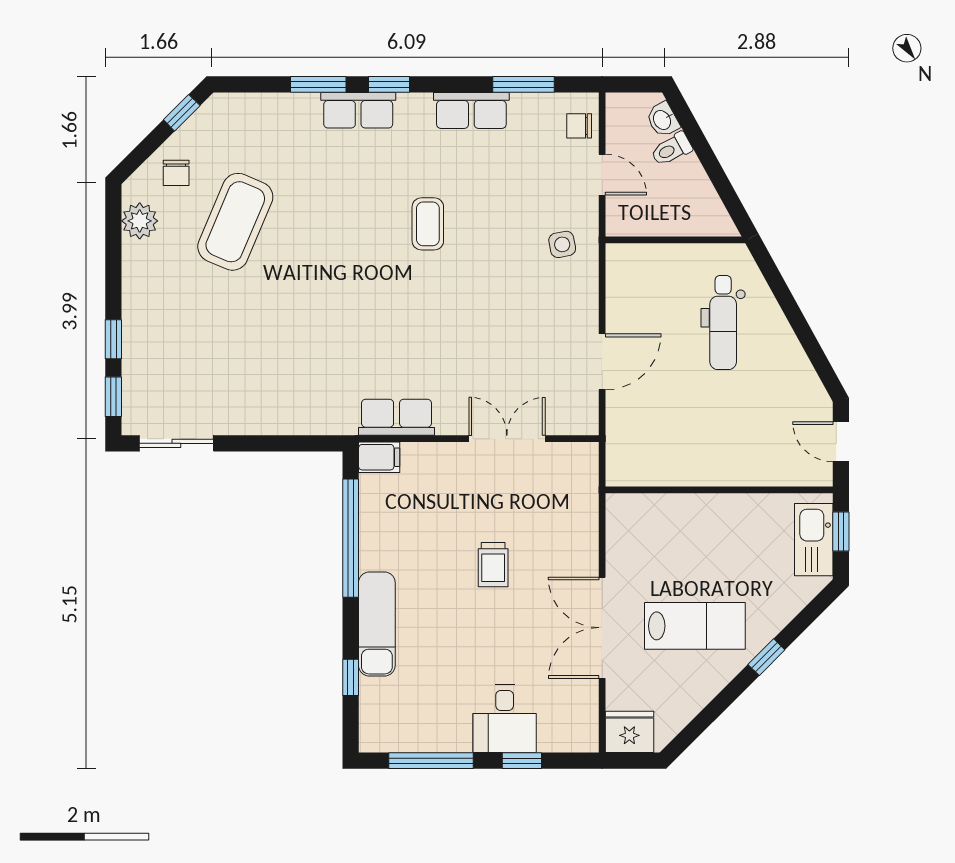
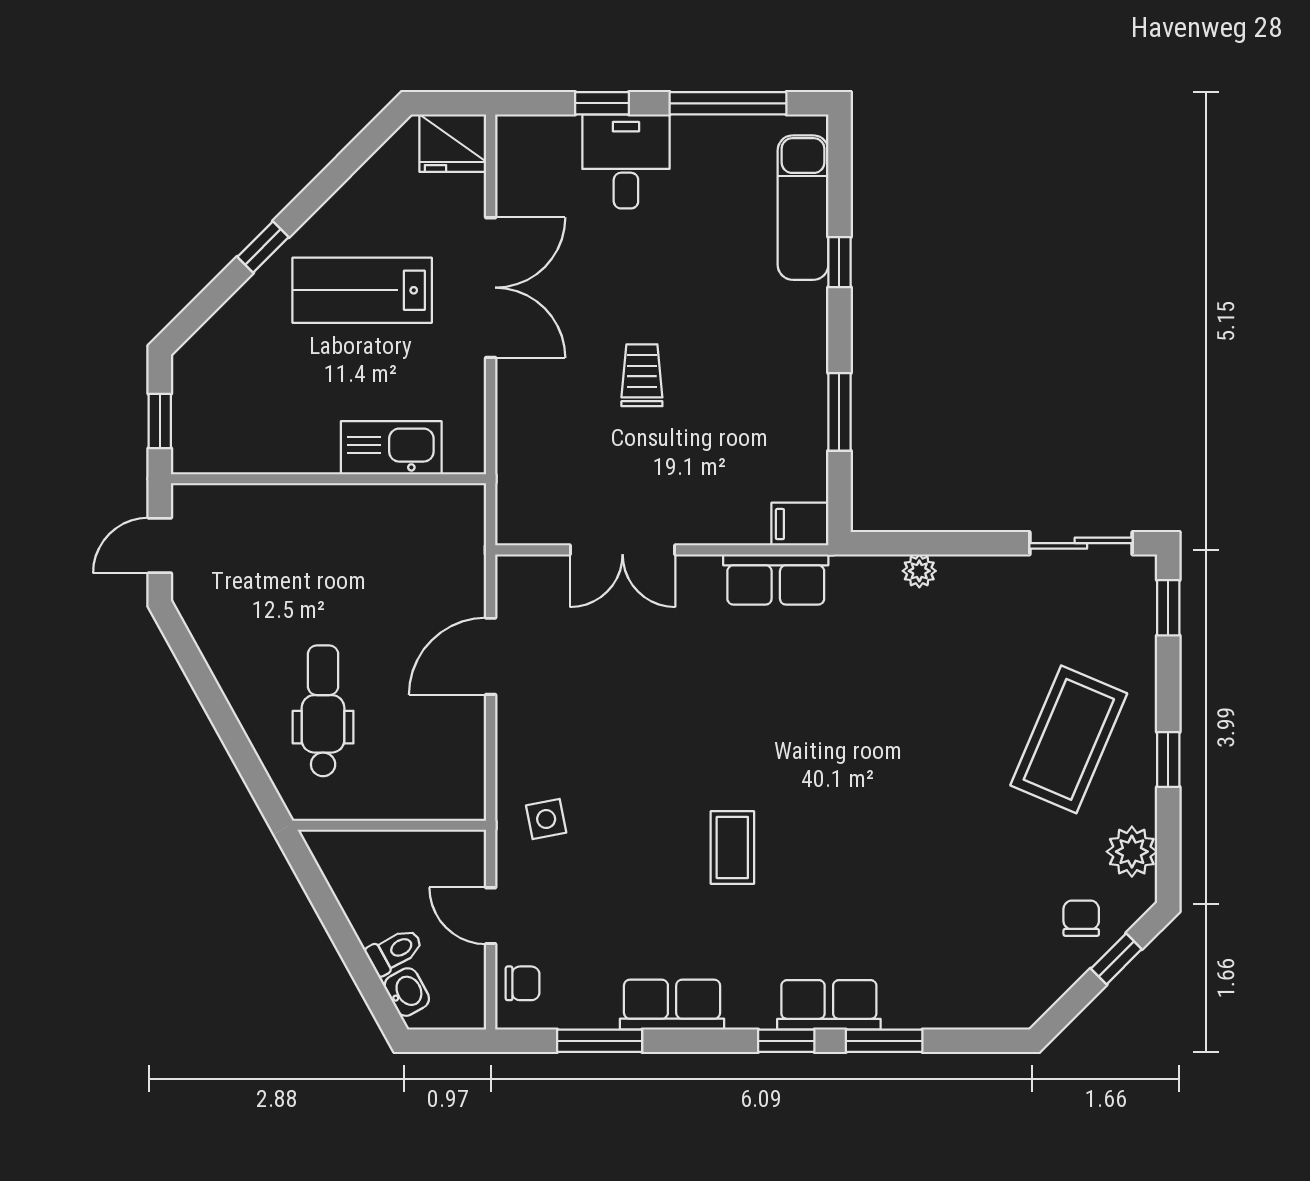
window: (182, 113) -> (1116, 959), moved
coffee table: (235, 222) -> (1069, 739), moved
window: (113, 339) -> (1168, 760), moved
plant: (293, 423) -> (919, 571), added
door: (841, 442) -> (160, 545), swing flipped
window: (351, 538) -> (839, 412), width x0.47
kitchen sink: (814, 540) -> (391, 448), moved, turned -90
exam couch: (377, 624) -> (803, 208), moved
window: (351, 677) -> (839, 262), moved

